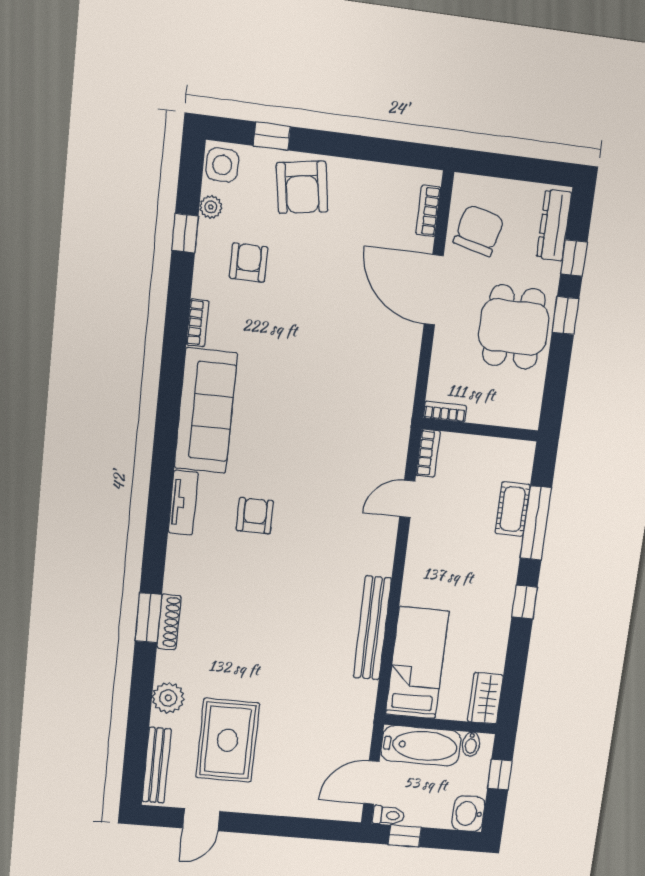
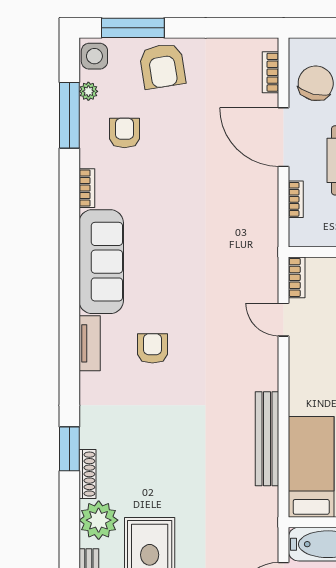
window: (272, 136) -> (133, 28), width x2.17
window: (185, 233) -> (69, 115), width x2.17
bookcase: (445, 412) -> (296, 199), moved, turned 90
door: (407, 499) -> (284, 320), hinge flipped
shoe rack: (169, 622) -> (87, 474), moved
plant: (168, 698) -> (99, 520), width x1.36, depth x1.36

